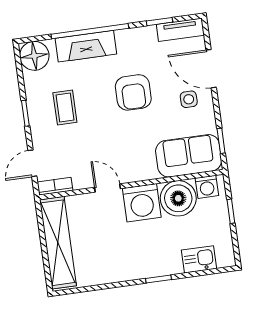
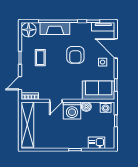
door: (108, 188) -> (56, 101), swing flipped
boiler: (178, 198) -> (86, 107), width x0.54, depth x0.54

